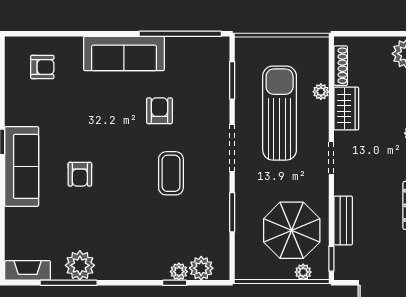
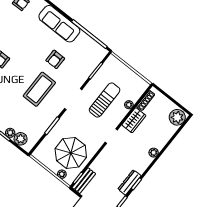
armchair: (159, 111) -> (55, 59), turned 180
sun lounger: (280, 113) -> (105, 100), width x0.73, depth x0.75
coffee table: (171, 173) -> (39, 89), width x1.36, depth x1.32
bench: (343, 220) -> (84, 181), moved

